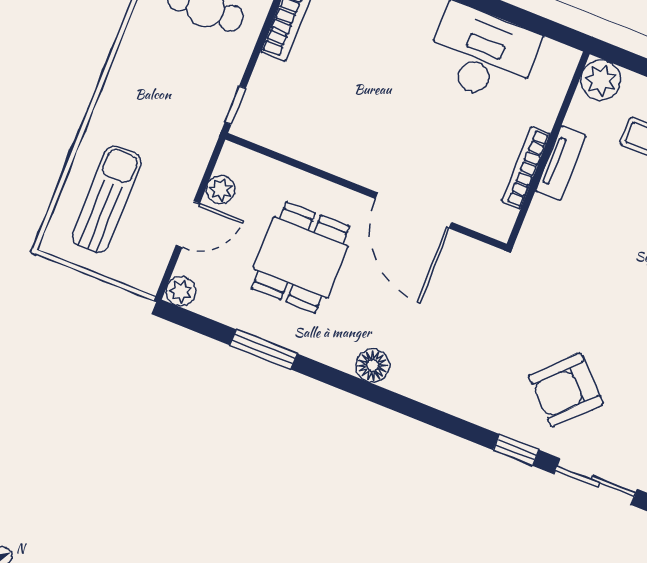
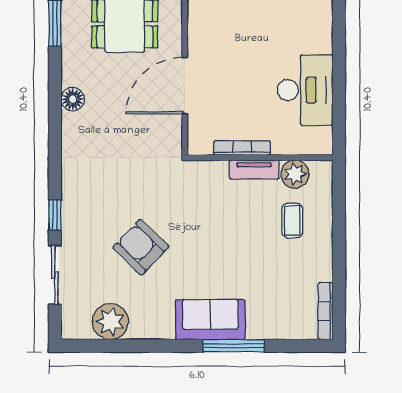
plant: (601, 80) -> (295, 174), moved
armchair: (566, 390) -> (141, 247), moved

